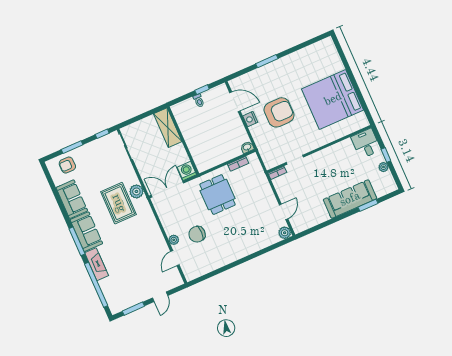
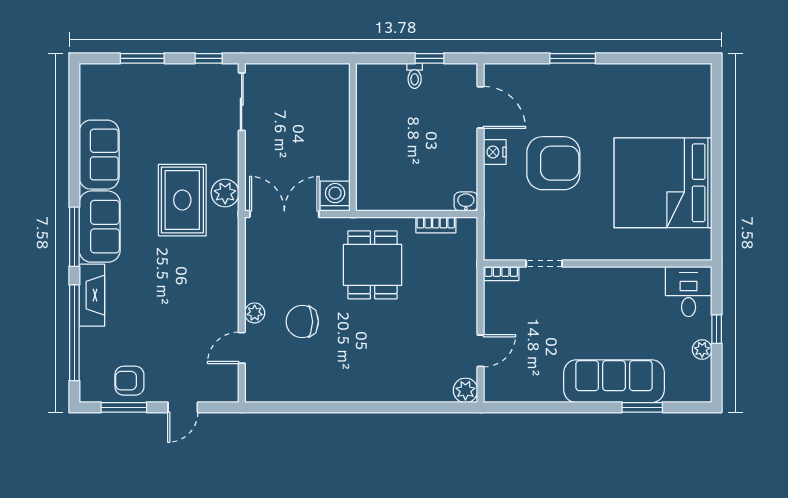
shelving: (168, 128) -> (335, 101), removed
armchair: (67, 165) -> (129, 381), moved

